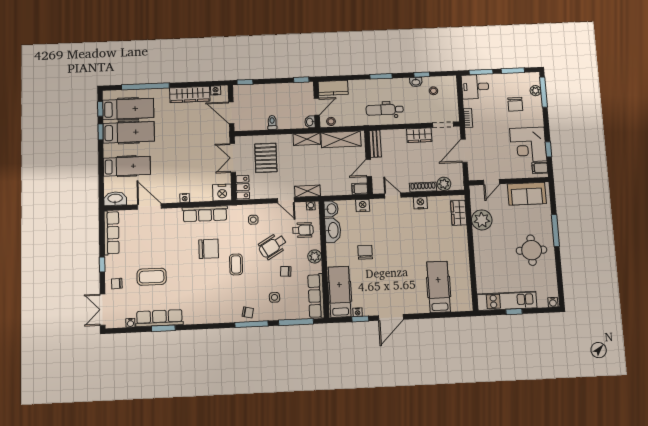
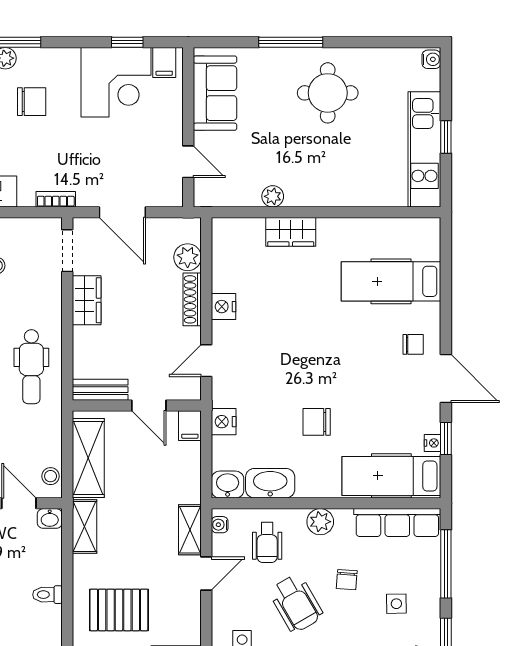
wardrobe: (459, 213) -> (291, 232), moved
plant: (482, 220) -> (273, 196), width x0.53, depth x0.53
wheelchair: (303, 230) -> (267, 543), turned 180
chair: (407, 300) -> (413, 344), added

